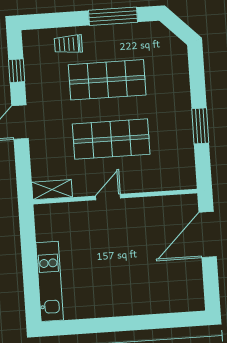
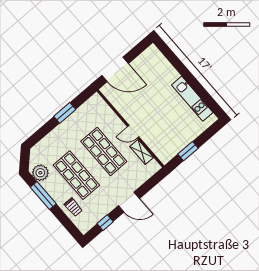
plant: (146, 35) -> (40, 173), added
shelving: (52, 190) -> (142, 152), moved
window: (29, 250) -> (188, 151), added
kitchen unit: (50, 281) -> (192, 99), moved, turned -90

